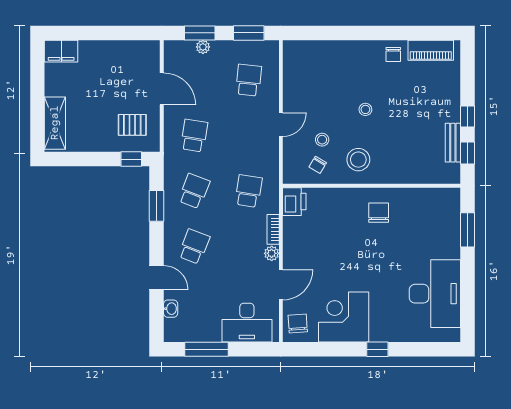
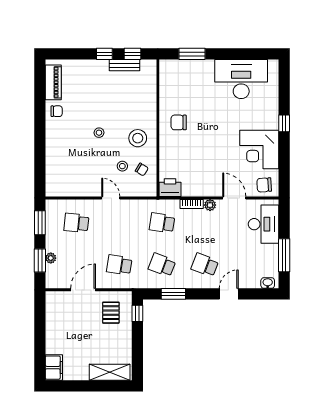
washbasin: (171, 309) -> (268, 283), moved

